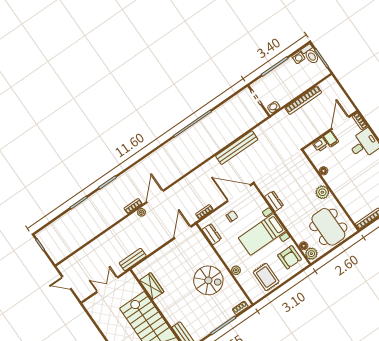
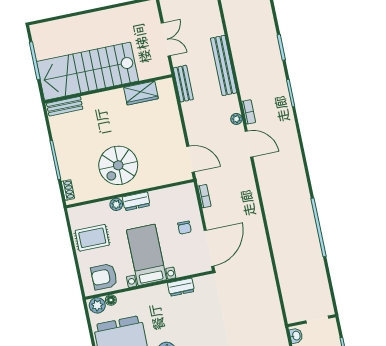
bench: (237, 148) -> (224, 65), moved
dresser: (212, 234) -> (136, 201), moved

